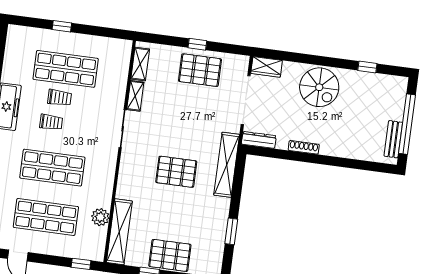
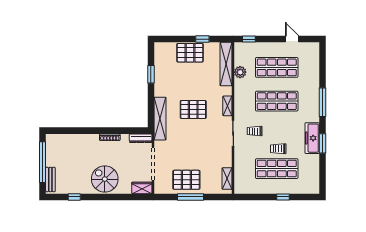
window: (197, 44) -> (190, 197), width x2.17
shelving: (135, 96) -> (227, 106), moved
trolley: (51, 122) -> (255, 131), moved
bench: (393, 139) -> (50, 180), moved

